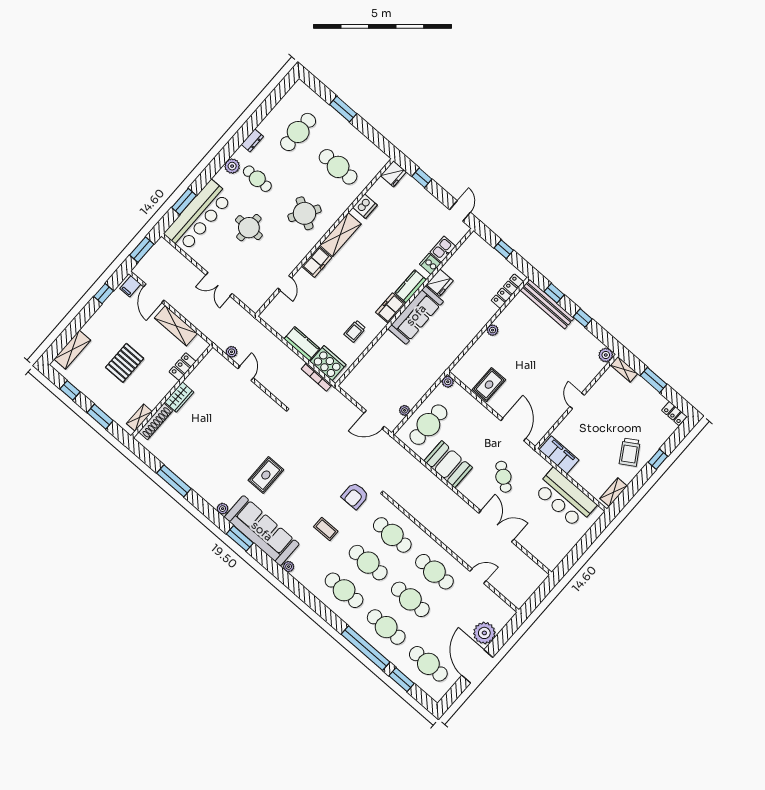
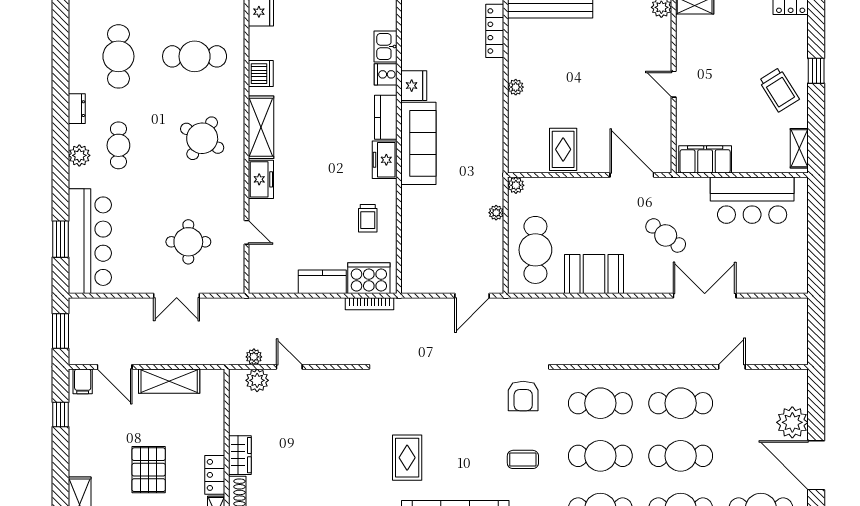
cafe table: (257, 179) -> (118, 145), turned 90
round table: (249, 228) -> (188, 242), moved
plant: (222, 366) -> (257, 380), added
locker: (183, 367) -> (215, 475), moved
plant: (405, 410) -> (496, 213), moved

